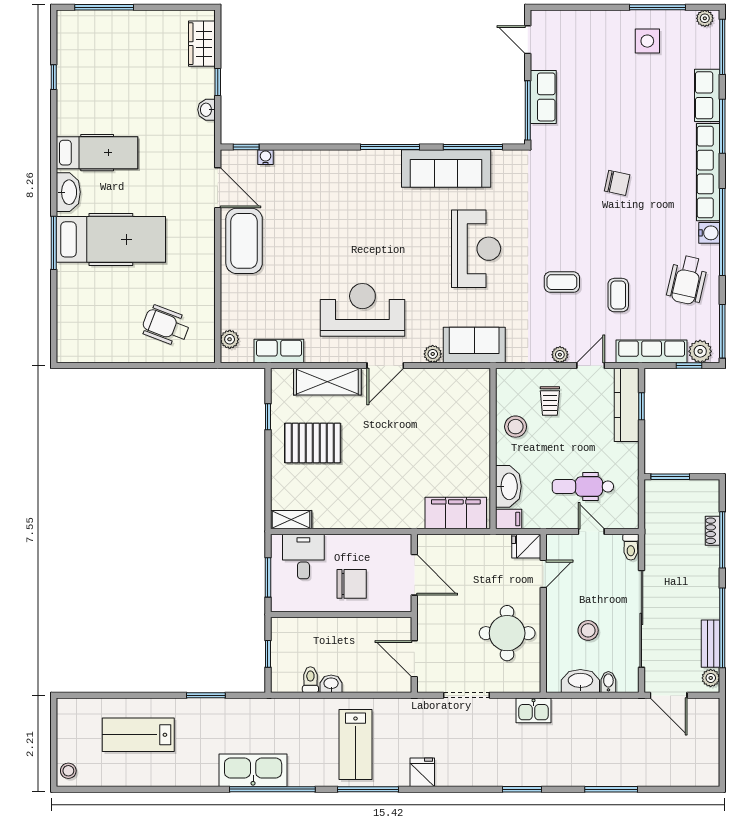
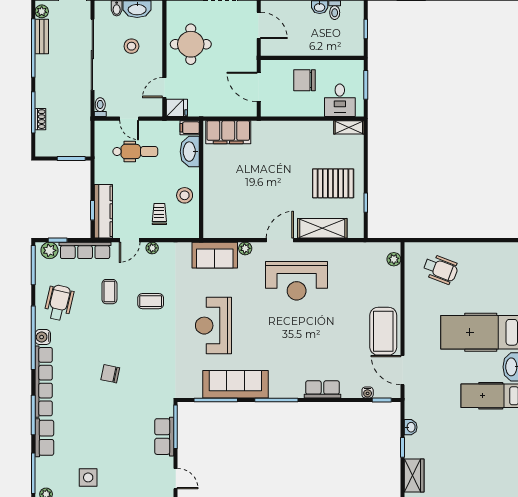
row of seats: (279, 351) -> (322, 389), moved, turned 180

